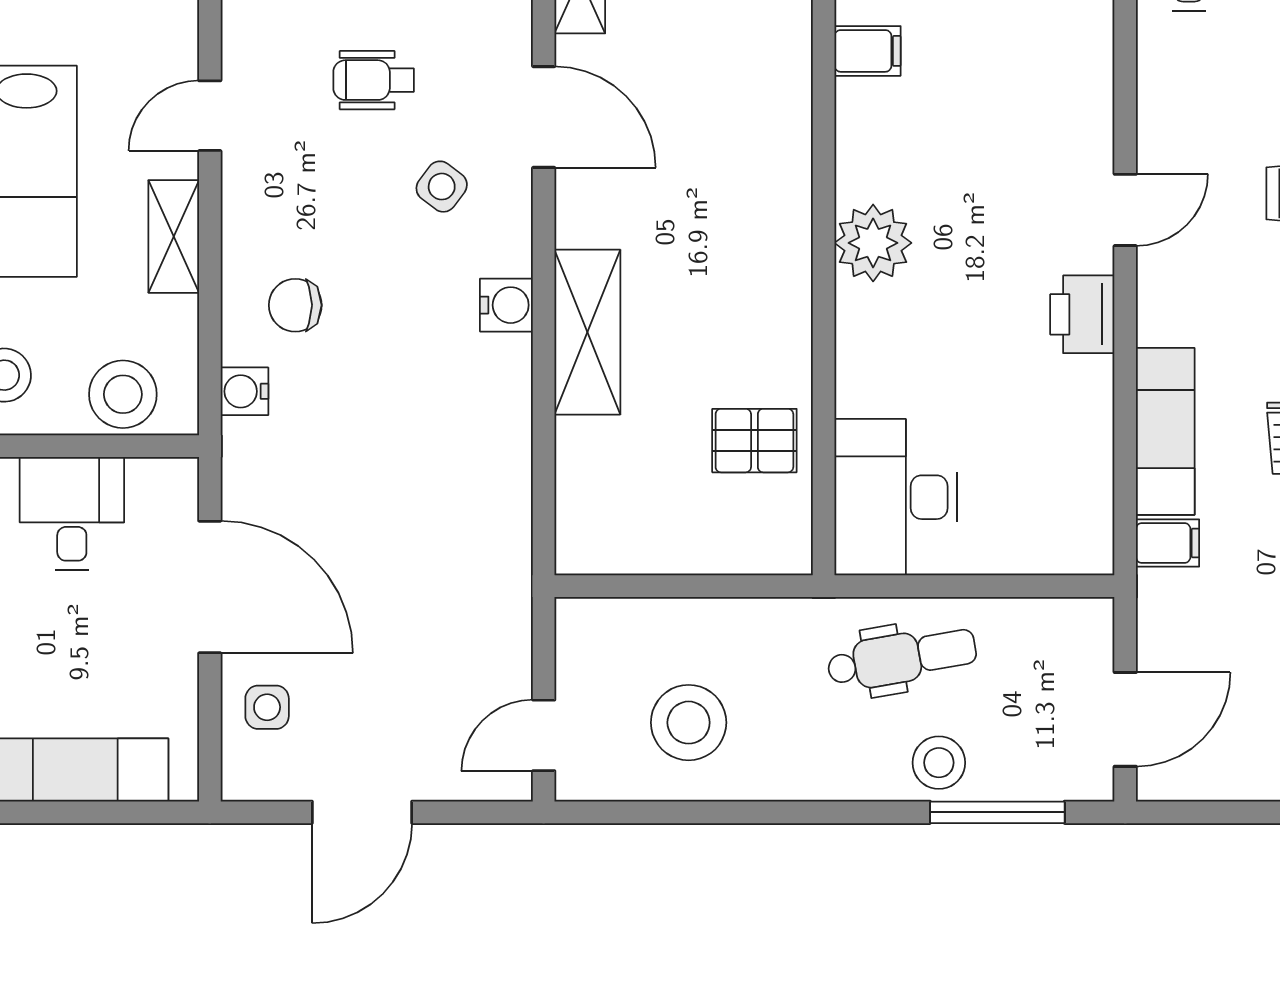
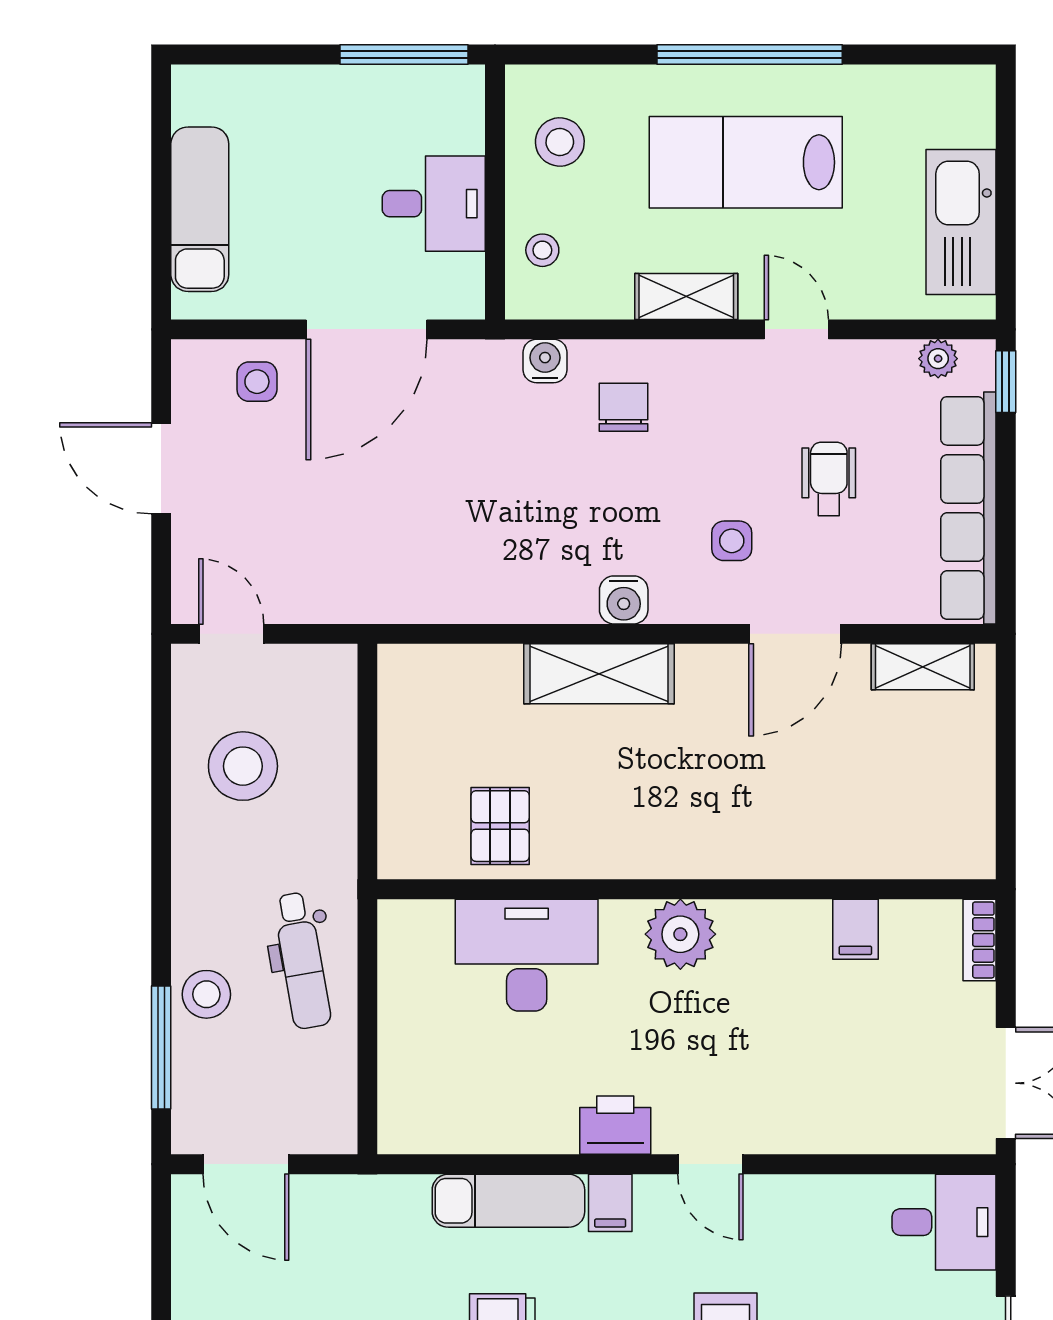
side table: (442, 187) -> (732, 541), turned -37
stool: (123, 394) -> (542, 250), width x0.53, depth x0.53
desk: (896, 497) -> (527, 955), moved
filing cabinet: (1168, 543) -> (610, 1203), moved

